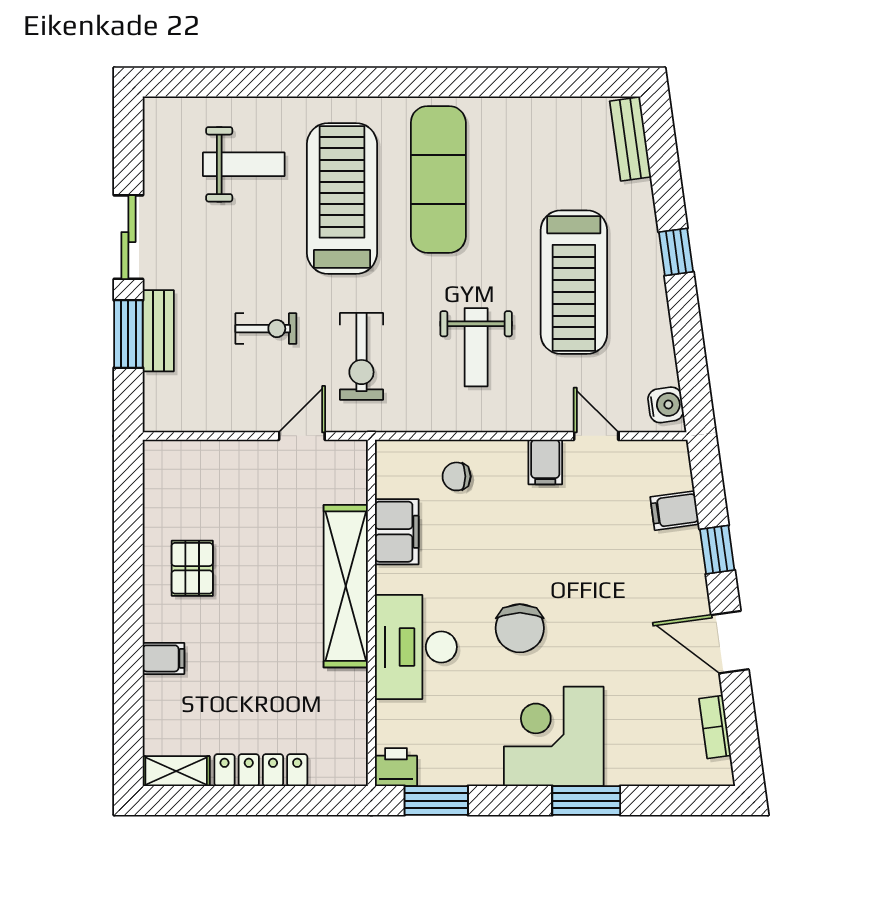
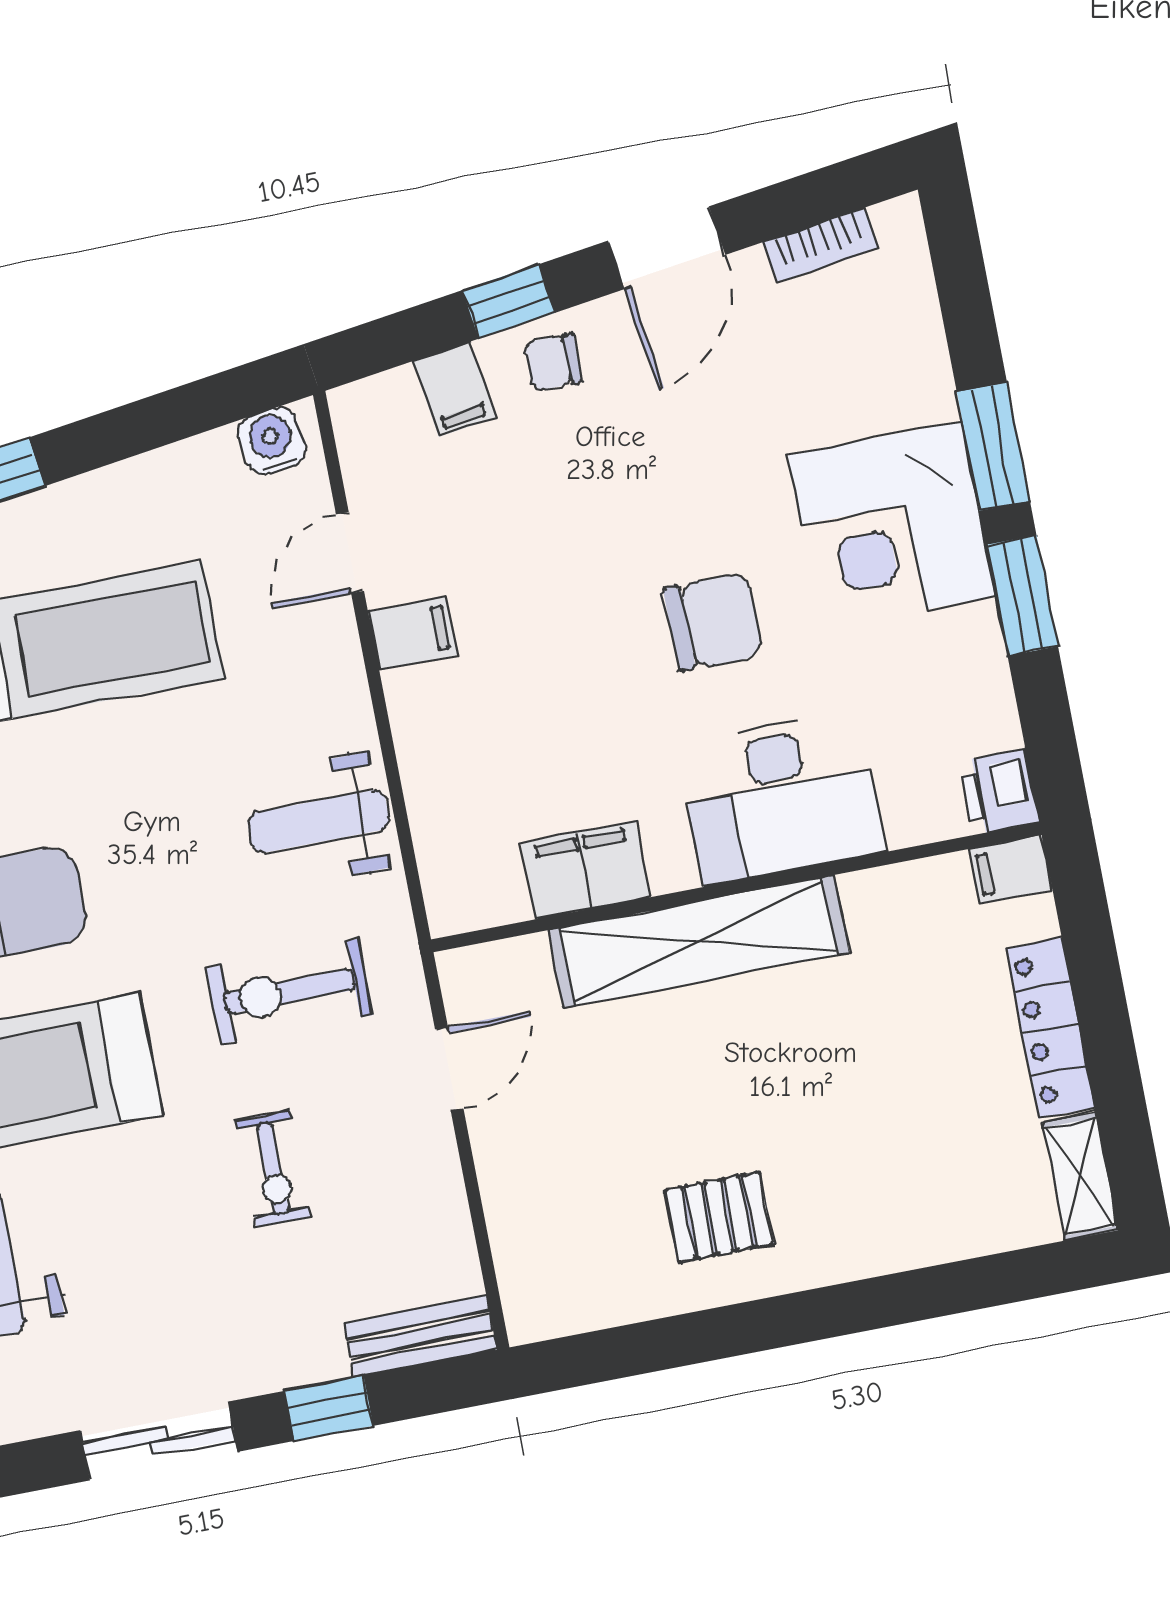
exercise bike: (266, 329) -> (273, 1169), turned 180
bench: (158, 331) -> (420, 1336), moved
window: (128, 334) -> (329, 1408), width x0.67
weight bench: (476, 347) -> (318, 821), moved, turned 180
exercise bike: (361, 356) -> (289, 991), turned 180
door: (302, 436) -> (449, 1069), swing flipped
chair: (457, 476) -> (553, 362), moved, turned 90
filing cabinet: (164, 658) -> (1011, 869), moved, turned -90
window: (436, 801) -> (1022, 596), moved

